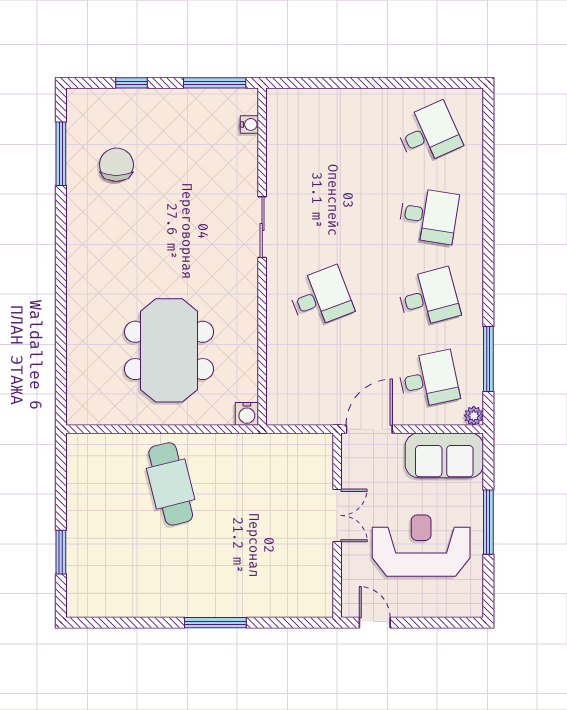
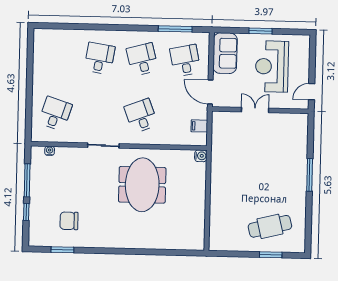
window: (215, 83) -> (27, 180), moved
desk: (428, 134) -> (55, 114), moved, turned 42
window: (61, 154) -> (62, 250), width x0.69
meeting table: (169, 350) -> (142, 185), moved, turned 90
filing cabinet: (304, 410) -> (199, 126), added
plant: (474, 416) -> (205, 37), removed
cafe table: (171, 484) -> (270, 226), moved
window: (488, 522) -> (260, 31), width x0.69

